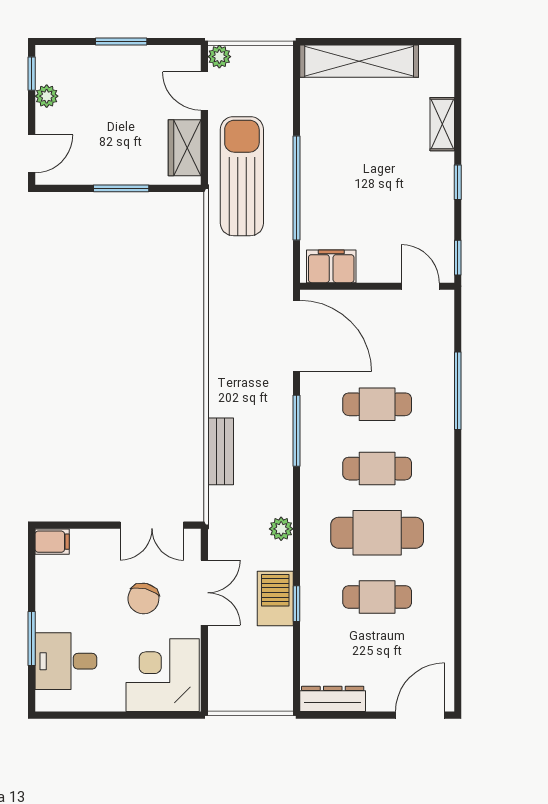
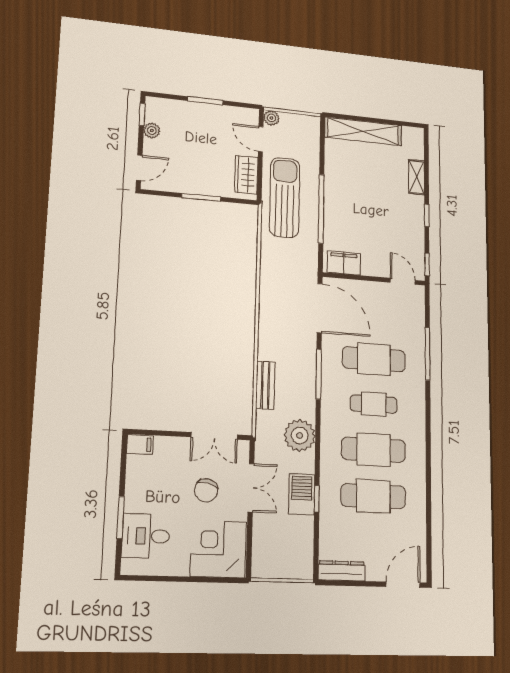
cafe table: (377, 404) -> (374, 359), width x1.37, depth x1.35
plant: (281, 529) -> (300, 435), width x1.88, depth x1.88
cafe table: (377, 597) -> (373, 496), width x1.37, depth x1.35

